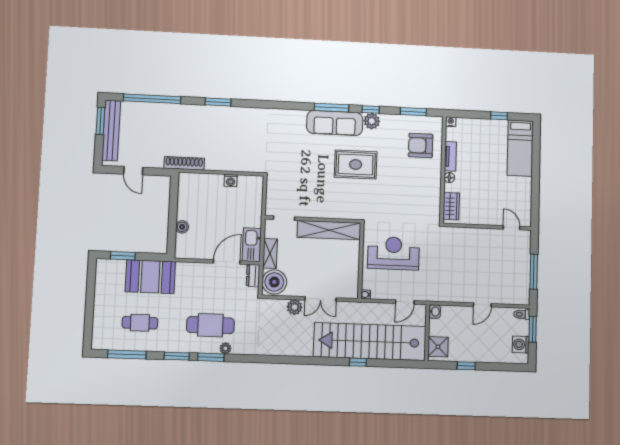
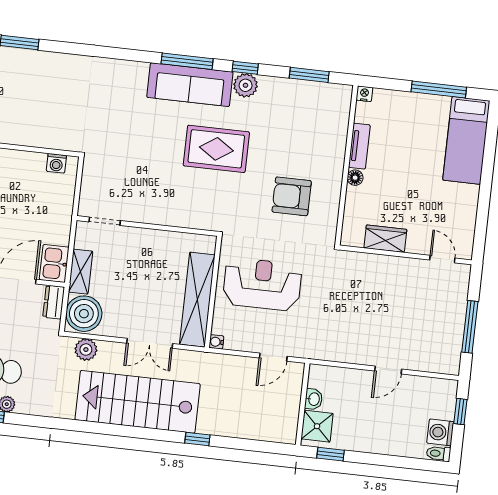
window: (499, 116) -> (439, 89), width x2.17
armchair: (421, 145) -> (292, 196), moved
washing machine: (231, 180) -> (56, 163), moved
wardrobe: (451, 206) -> (385, 239), moved, turned -90
shelving: (329, 230) -> (197, 300), moved, turned 90
kitchen sink: (252, 245) -> (54, 263), width x0.73
plant: (295, 307) -> (86, 350), moved
washbasin: (435, 311) -> (314, 399), moved
toilet: (522, 314) -> (438, 454), moved
window: (533, 329) -> (460, 412), width x0.67
stairs: (370, 342) -> (138, 402), moved, width x0.73
window: (466, 366) -> (331, 454), moved

